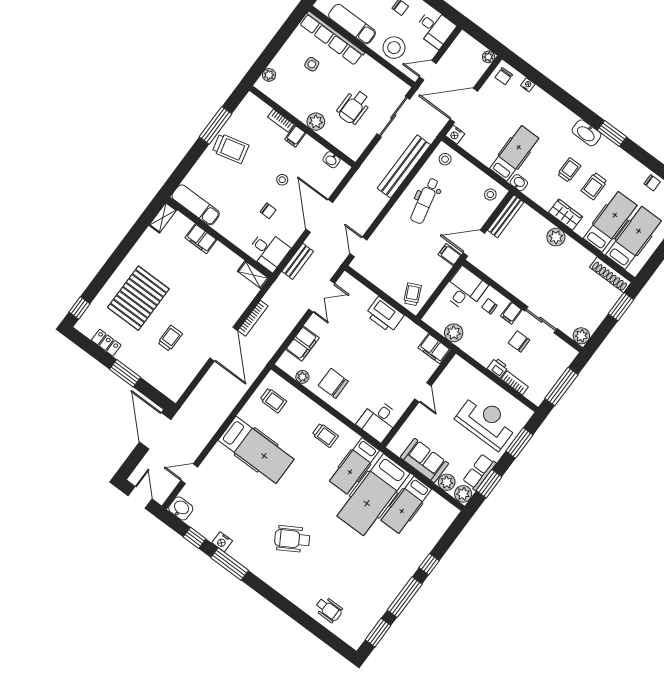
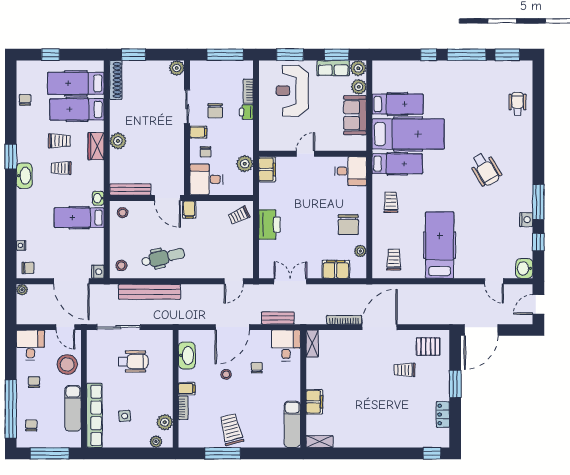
plant: (316, 122) -> (165, 422), moved
washbasin: (331, 160) -> (187, 355), width x1.91, depth x1.45
pallet: (138, 298) -> (428, 347), moved, width x0.49, depth x0.50

